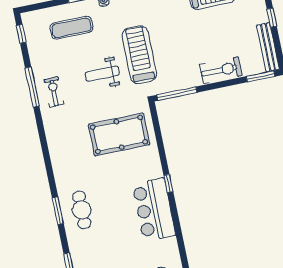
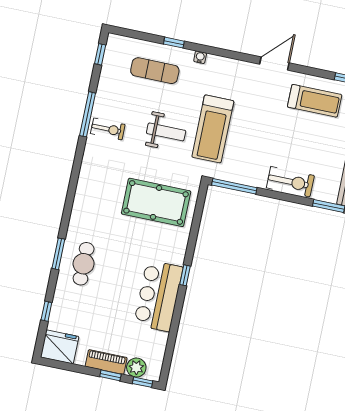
treadmill: (139, 55) -> (213, 129), turned 180
weight bench: (102, 74) -> (166, 132), turned 180
exercise bike: (54, 92) -> (108, 129), turned 90

